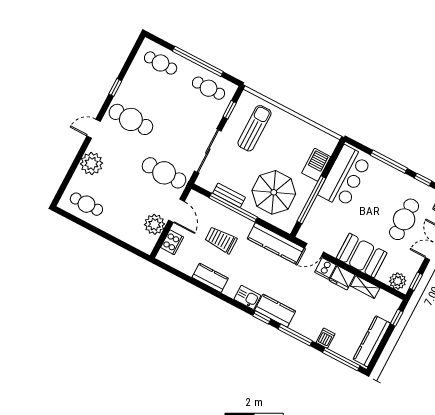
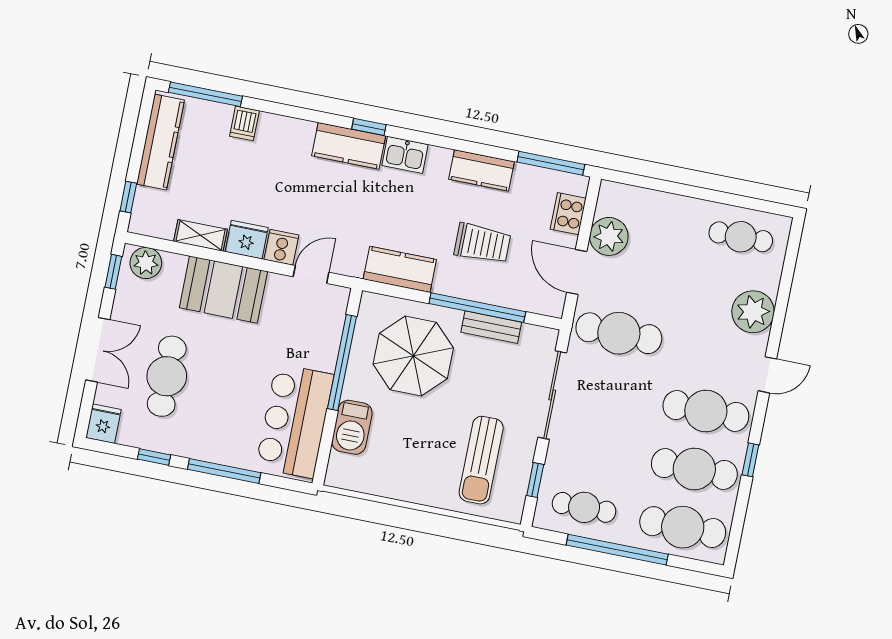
cafe table: (161, 63) -> (683, 527), width x1.37, depth x1.35
cafe table: (146, 91) -> (694, 469), added
kitchen counter: (276, 243) -> (400, 269), width x0.67
window: (295, 335) -> (551, 163), moved

